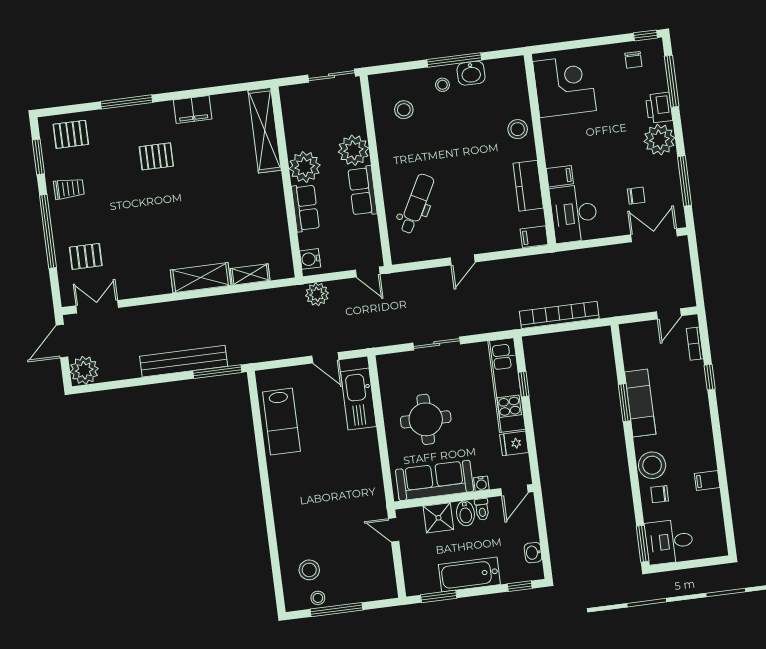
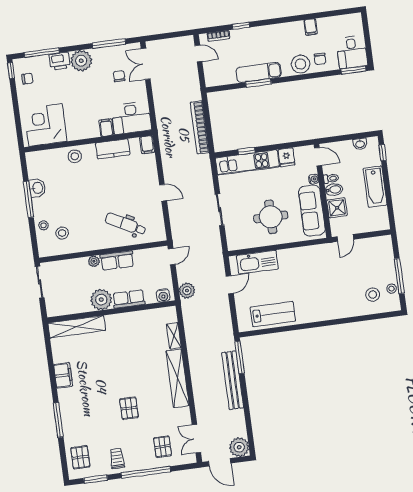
stool: (442, 85) -> (43, 225), moved
plant: (353, 150) -> (94, 261), width x0.53, depth x0.53
pallet: (156, 156) -> (129, 408), moved
shelving: (201, 278) -> (178, 378), width x1.47
window: (439, 596) -> (390, 207), removed

